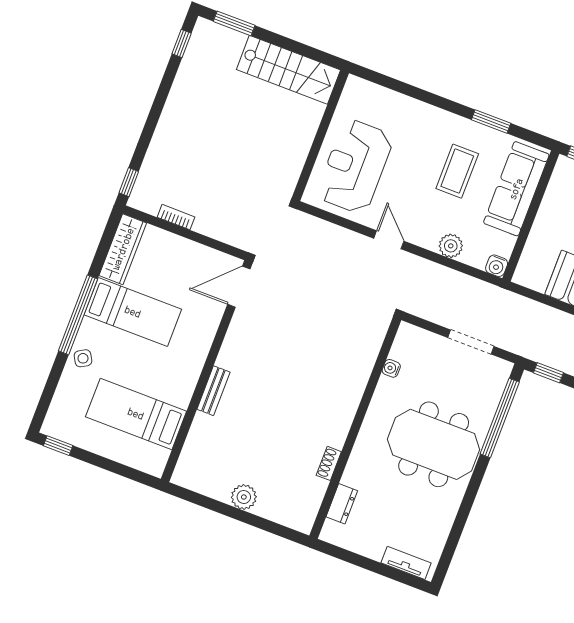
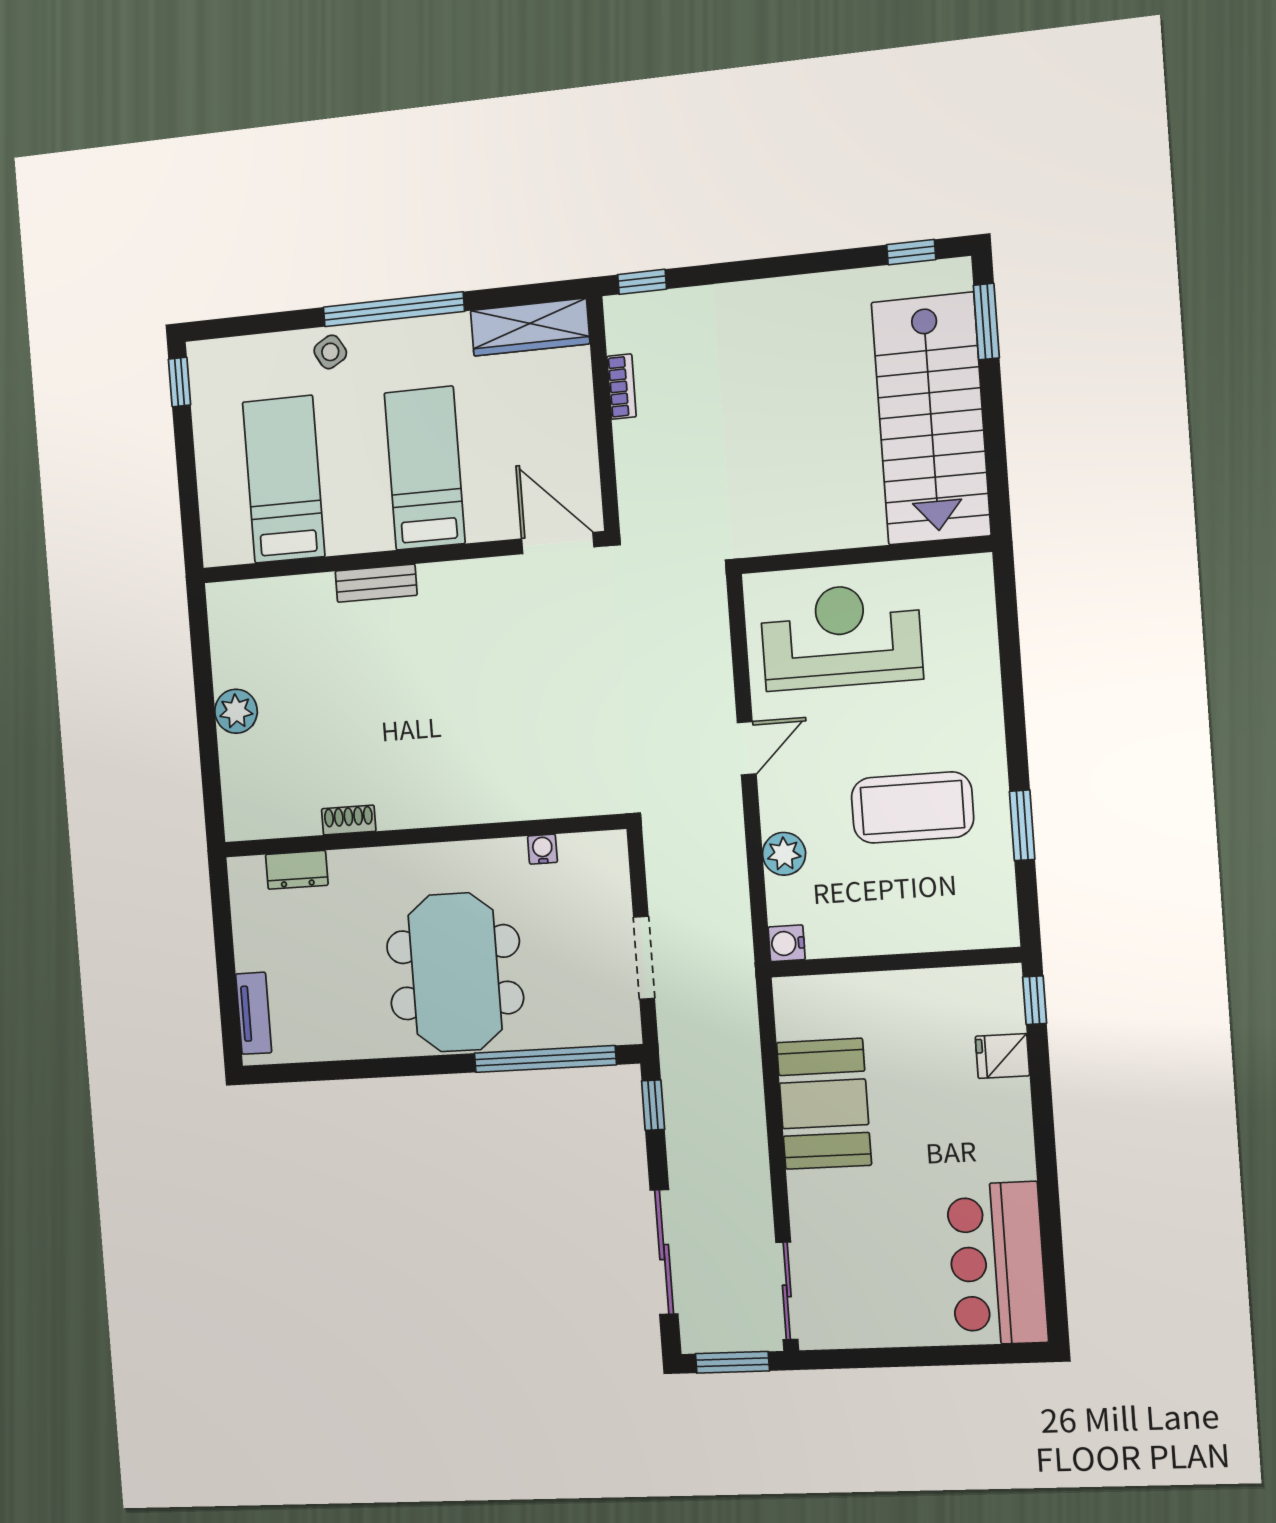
stairs: (288, 70) -> (931, 419), width x1.36, depth x1.51
coffee table: (457, 171) -> (912, 808), width x1.36, depth x1.32
sofa: (516, 189) -> (929, 918), removed
bed: (133, 312) -> (425, 468), moved, turned 180

